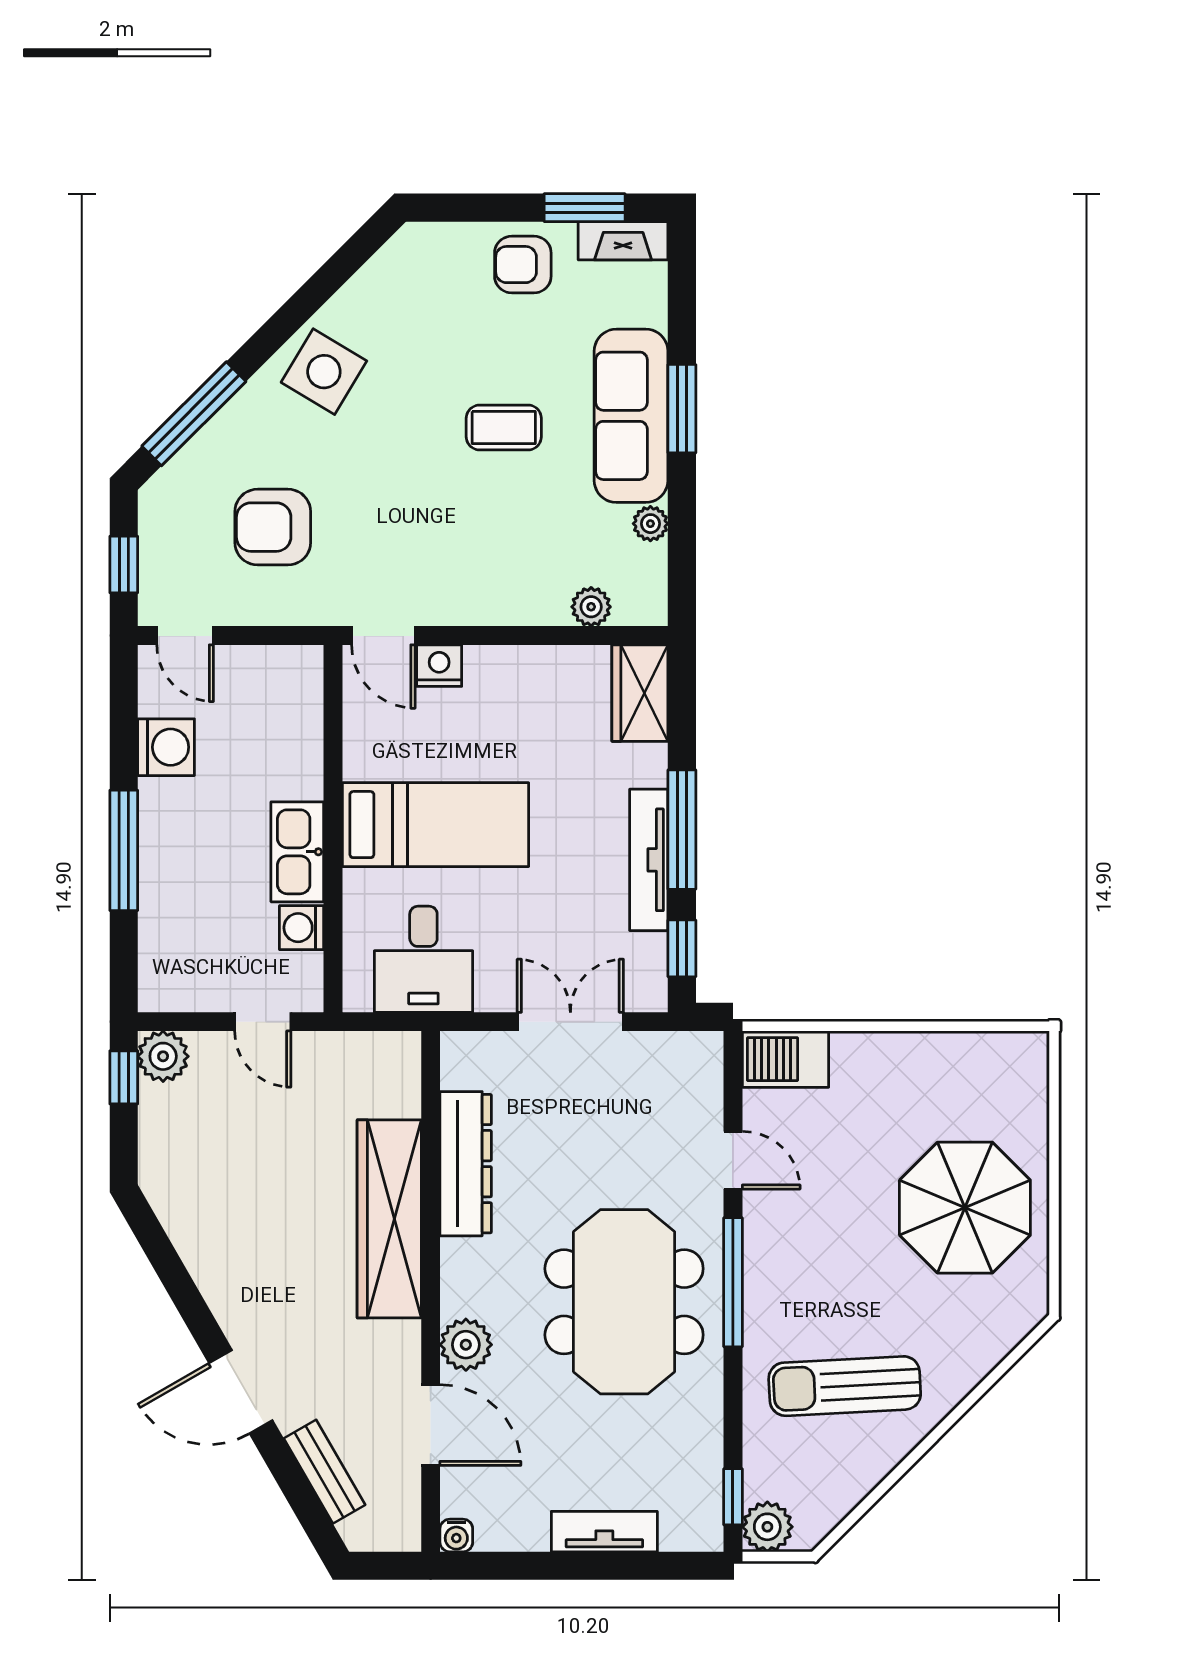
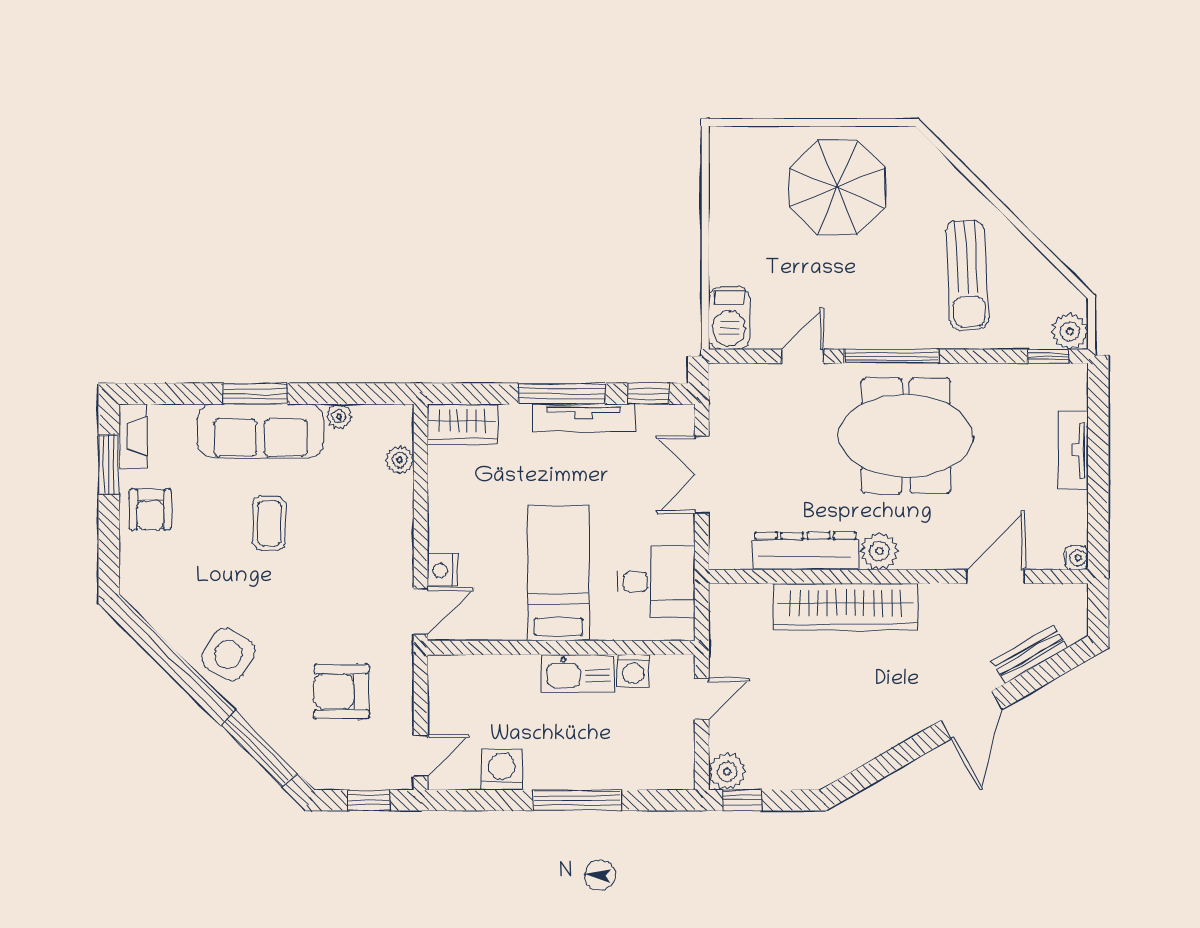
armchair: (273, 527) -> (342, 692), turned 90
plant: (466, 1345) -> (879, 551), moved

